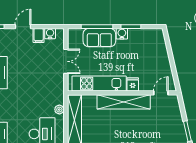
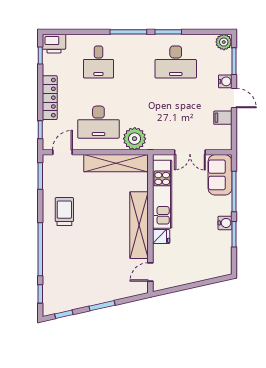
water cooler: (50, 34) -> (225, 81), moved
sofa: (99, 38) -> (220, 175), moved
door: (161, 93) -> (150, 272), swing flipped
plant: (59, 110) -> (135, 139), width x1.88, depth x1.88

